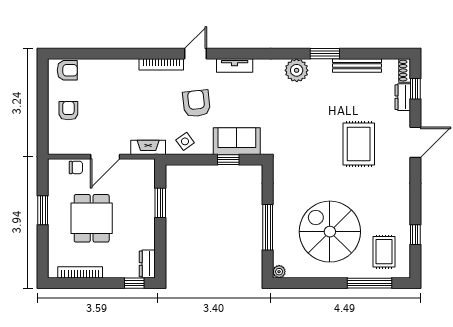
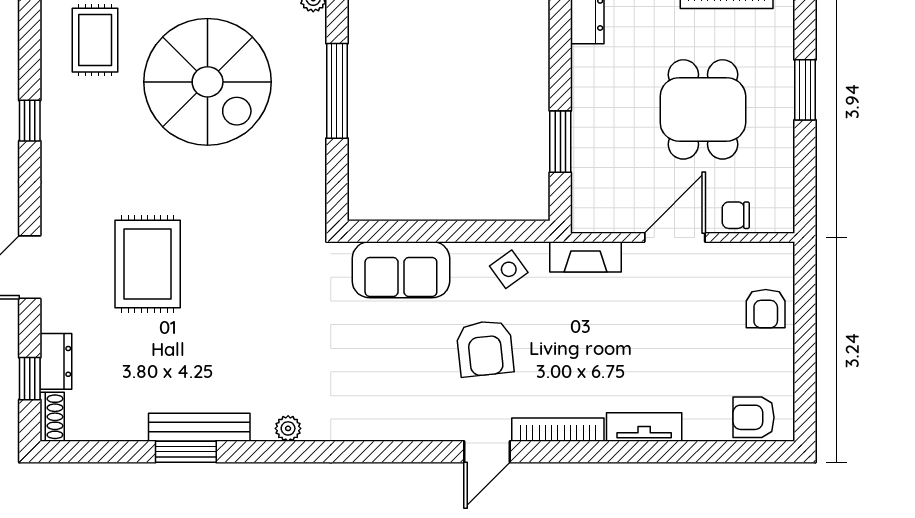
window: (325, 54) -> (186, 452), moved
tv unit: (235, 66) -> (644, 427), moved
bench: (357, 66) -> (199, 427), moved
plant: (297, 70) -> (288, 428), width x0.53, depth x0.53
armchair: (68, 111) -> (766, 309), moved
window: (228, 160) -> (419, 231), removed
window: (43, 210) -> (805, 90), moved
window: (415, 235) -> (30, 121), moved

